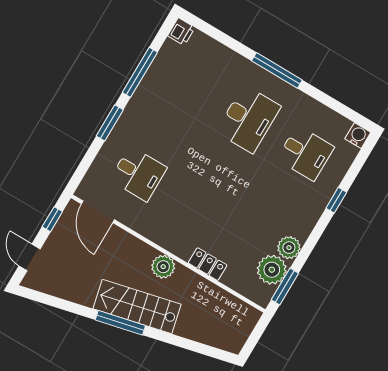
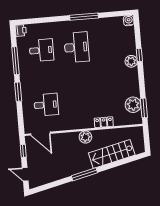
window: (277, 70) -> (84, 17), moved
desk: (305, 153) -> (41, 50), moved
plant: (289, 248) -> (131, 61), moved
stairs: (137, 306) -> (112, 154), moved

